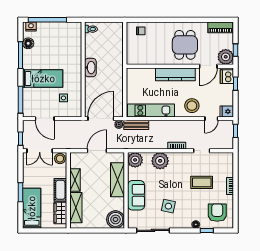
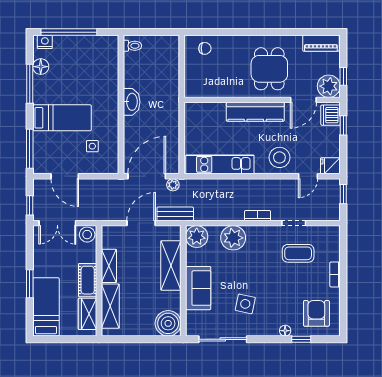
bench: (136, 125) -> (175, 214), moved
coffee table: (202, 182) -> (298, 253), moved

